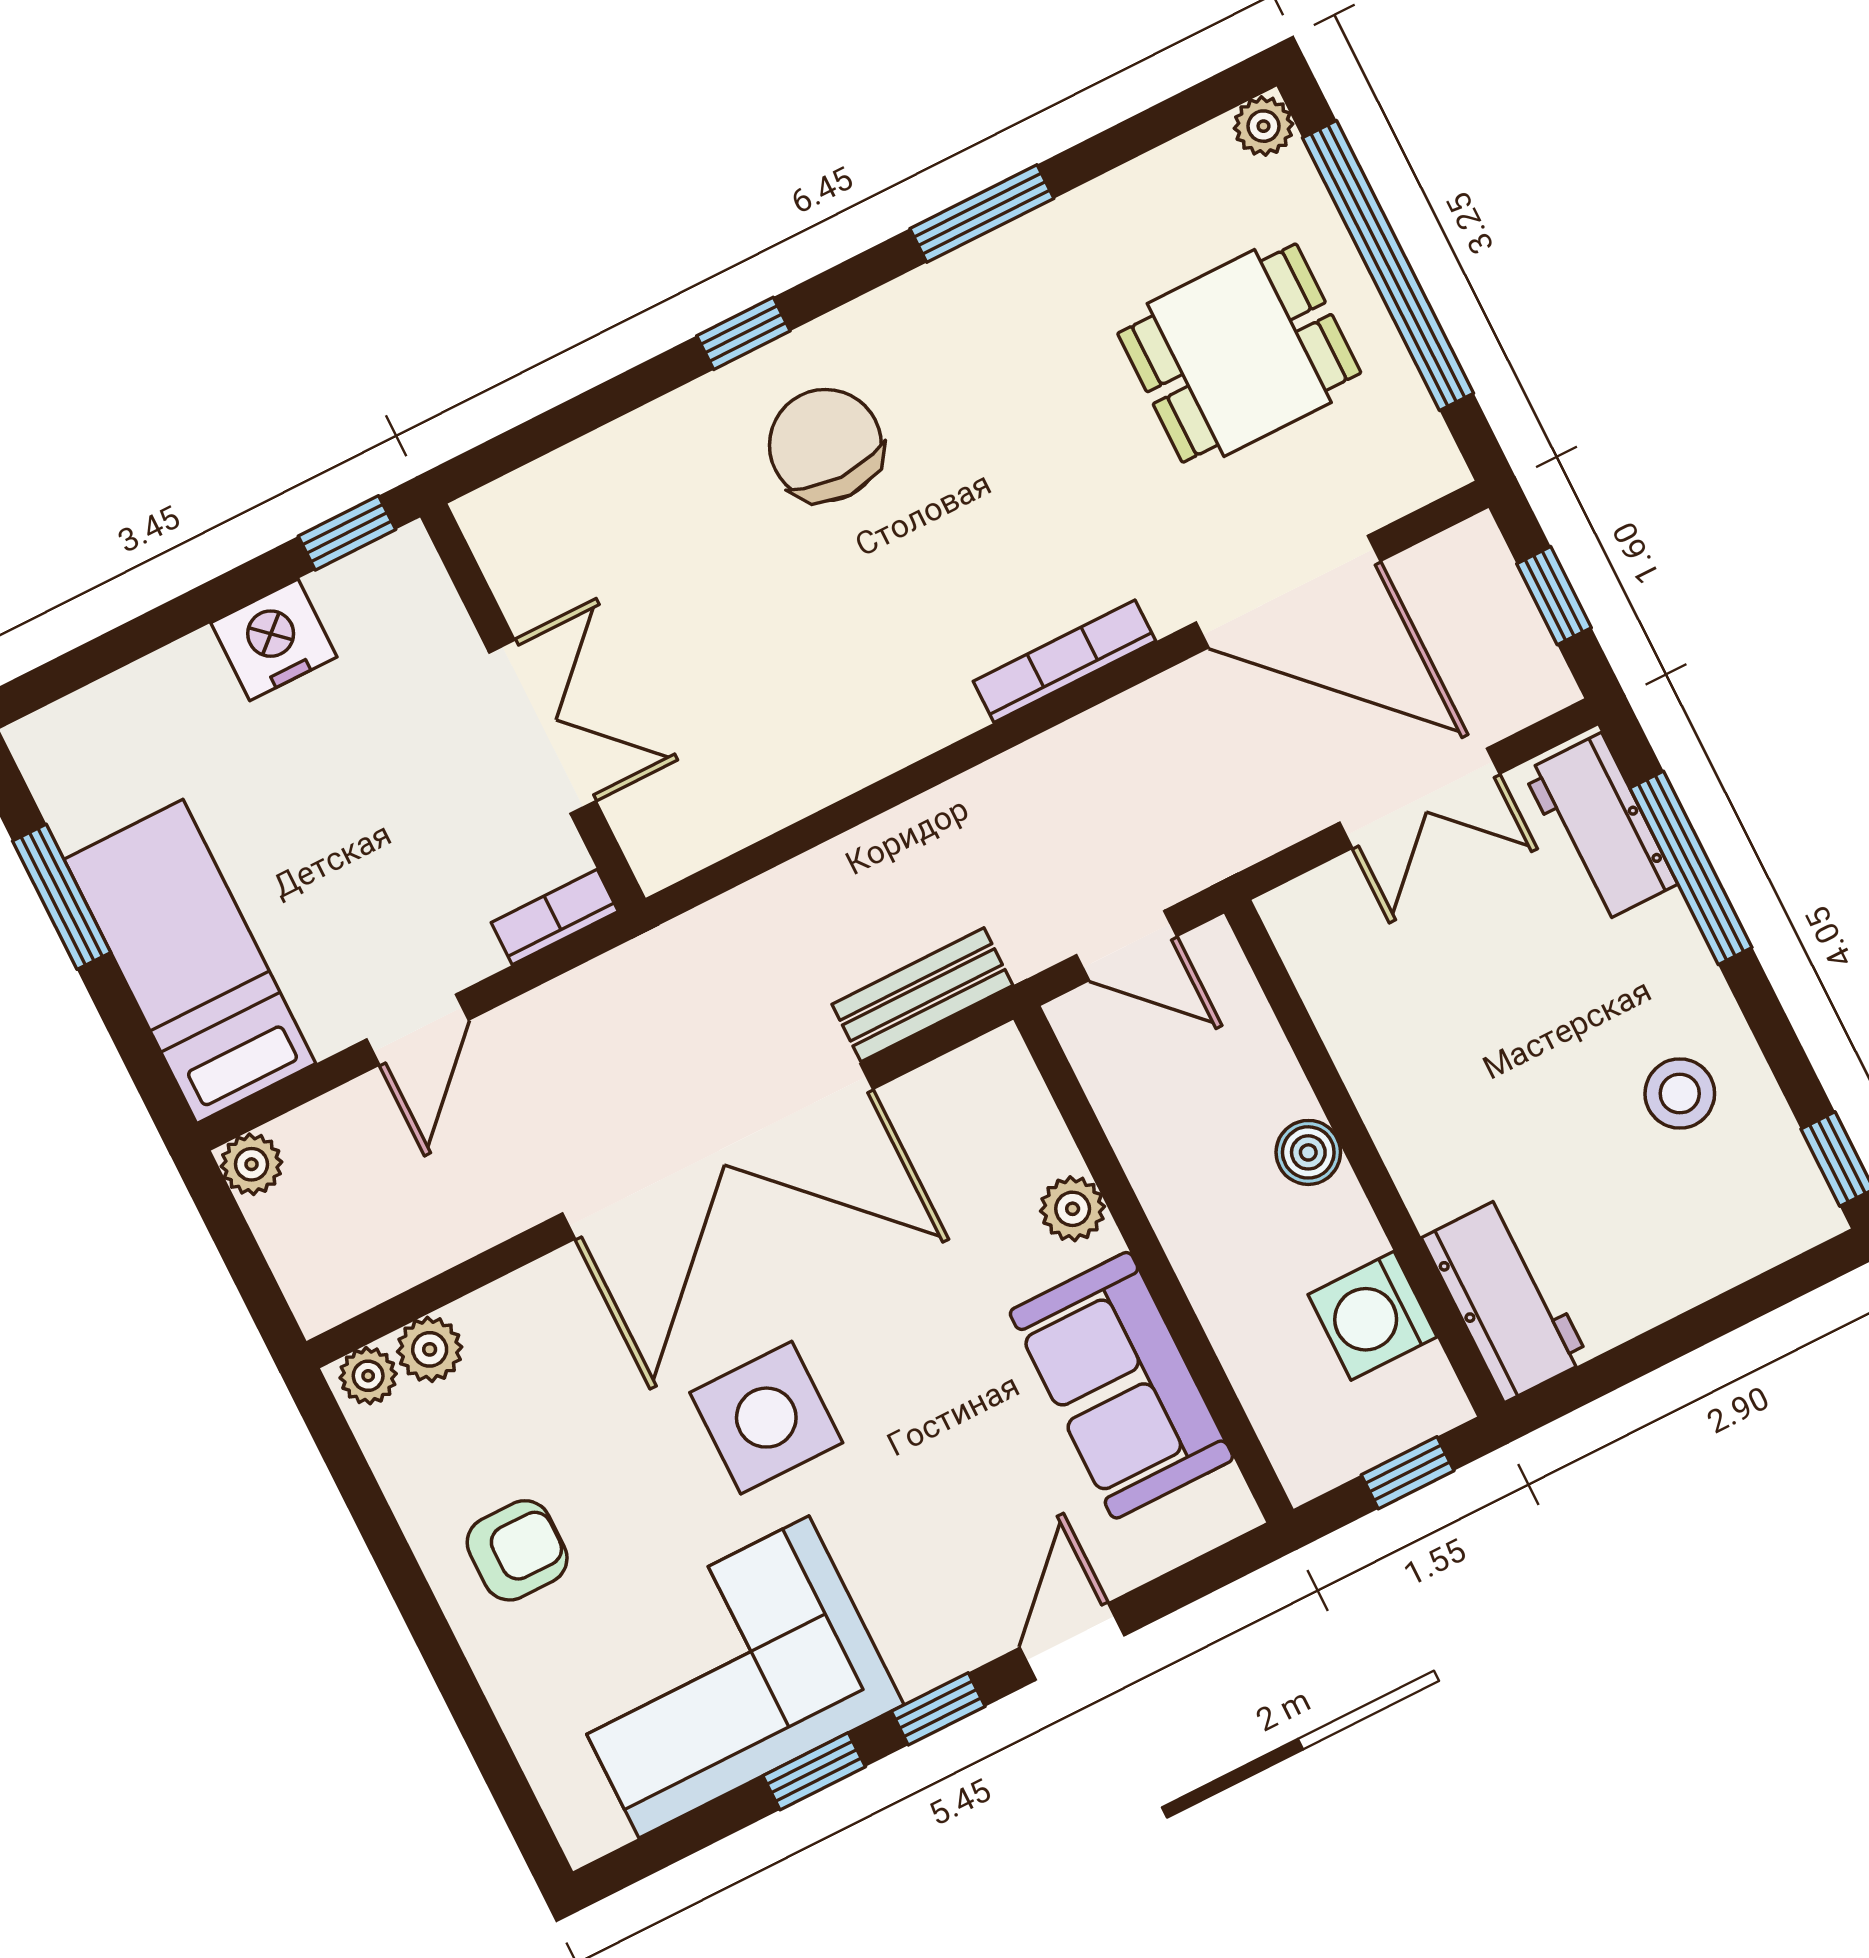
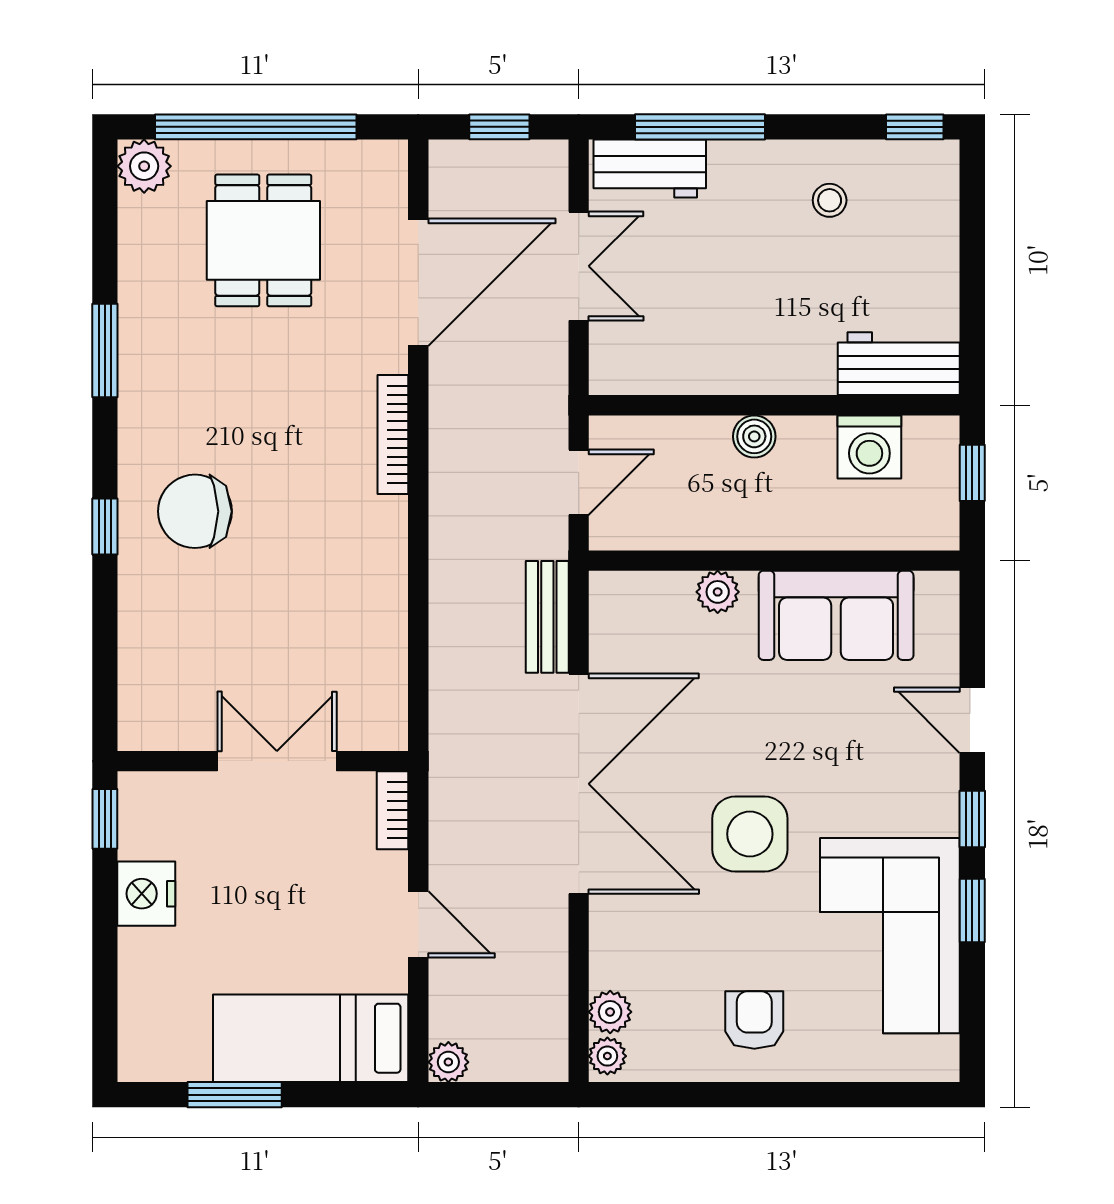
plant: (1263, 126) -> (144, 166), width x1.38, depth x1.38
stool: (1680, 1093) -> (830, 200), width x0.73, depth x0.73

